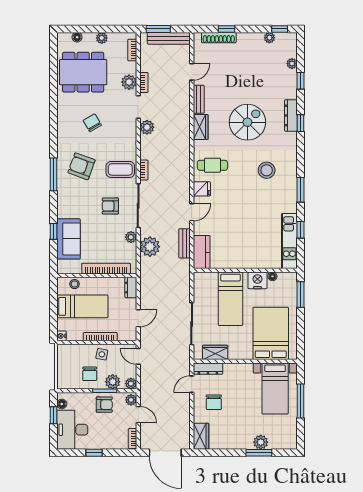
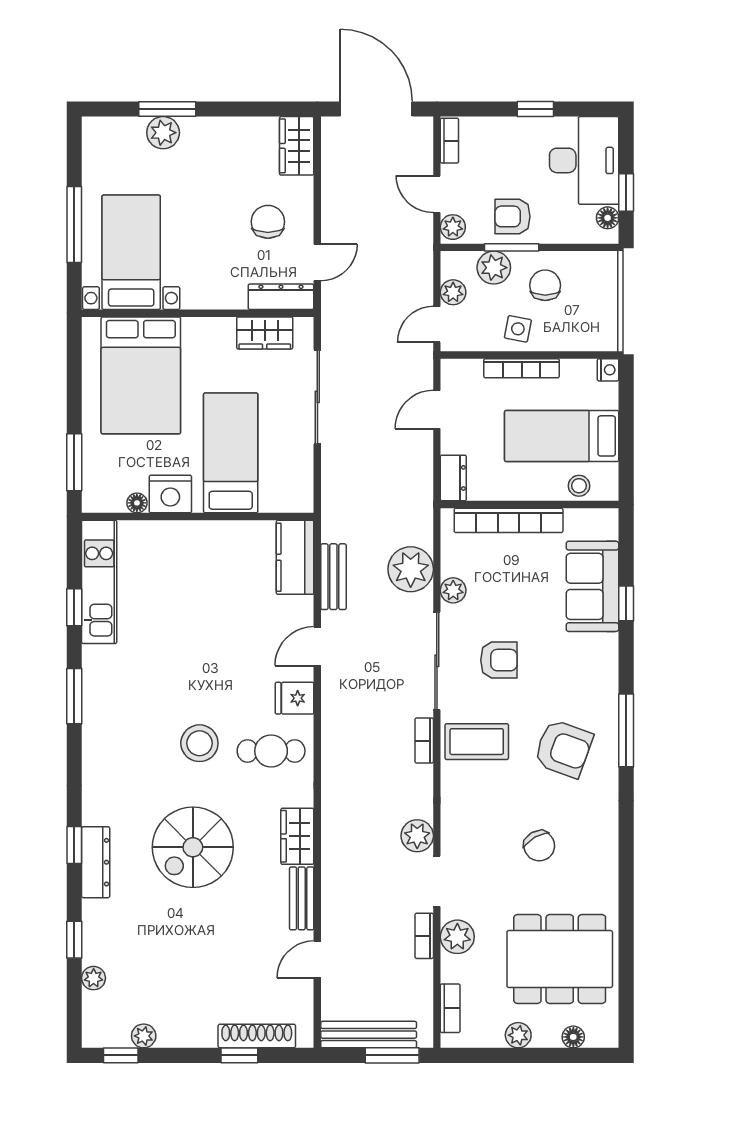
stool: (267, 170) -> (199, 743), moved
door: (138, 356) -> (437, 324), swing flipped
plant: (131, 384) -> (453, 292), moved

